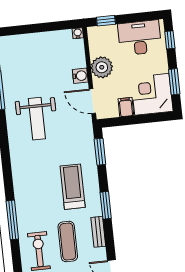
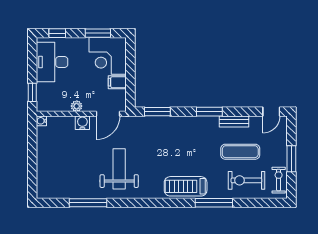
plant: (102, 67) -> (77, 106), width x0.53, depth x0.53
weight bench: (37, 119) -> (119, 169), turned -90
treadmill: (73, 187) -> (186, 186), moved

